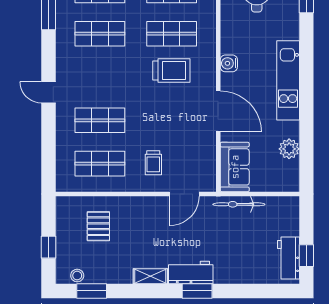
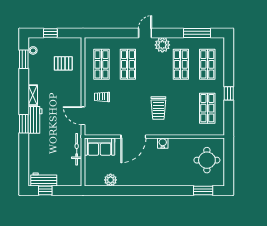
shop shelf: (172, 34) -> (181, 108), removed
plant: (68, 64) -> (162, 45), added
kitchen unit: (288, 80) -> (152, 179), removed

